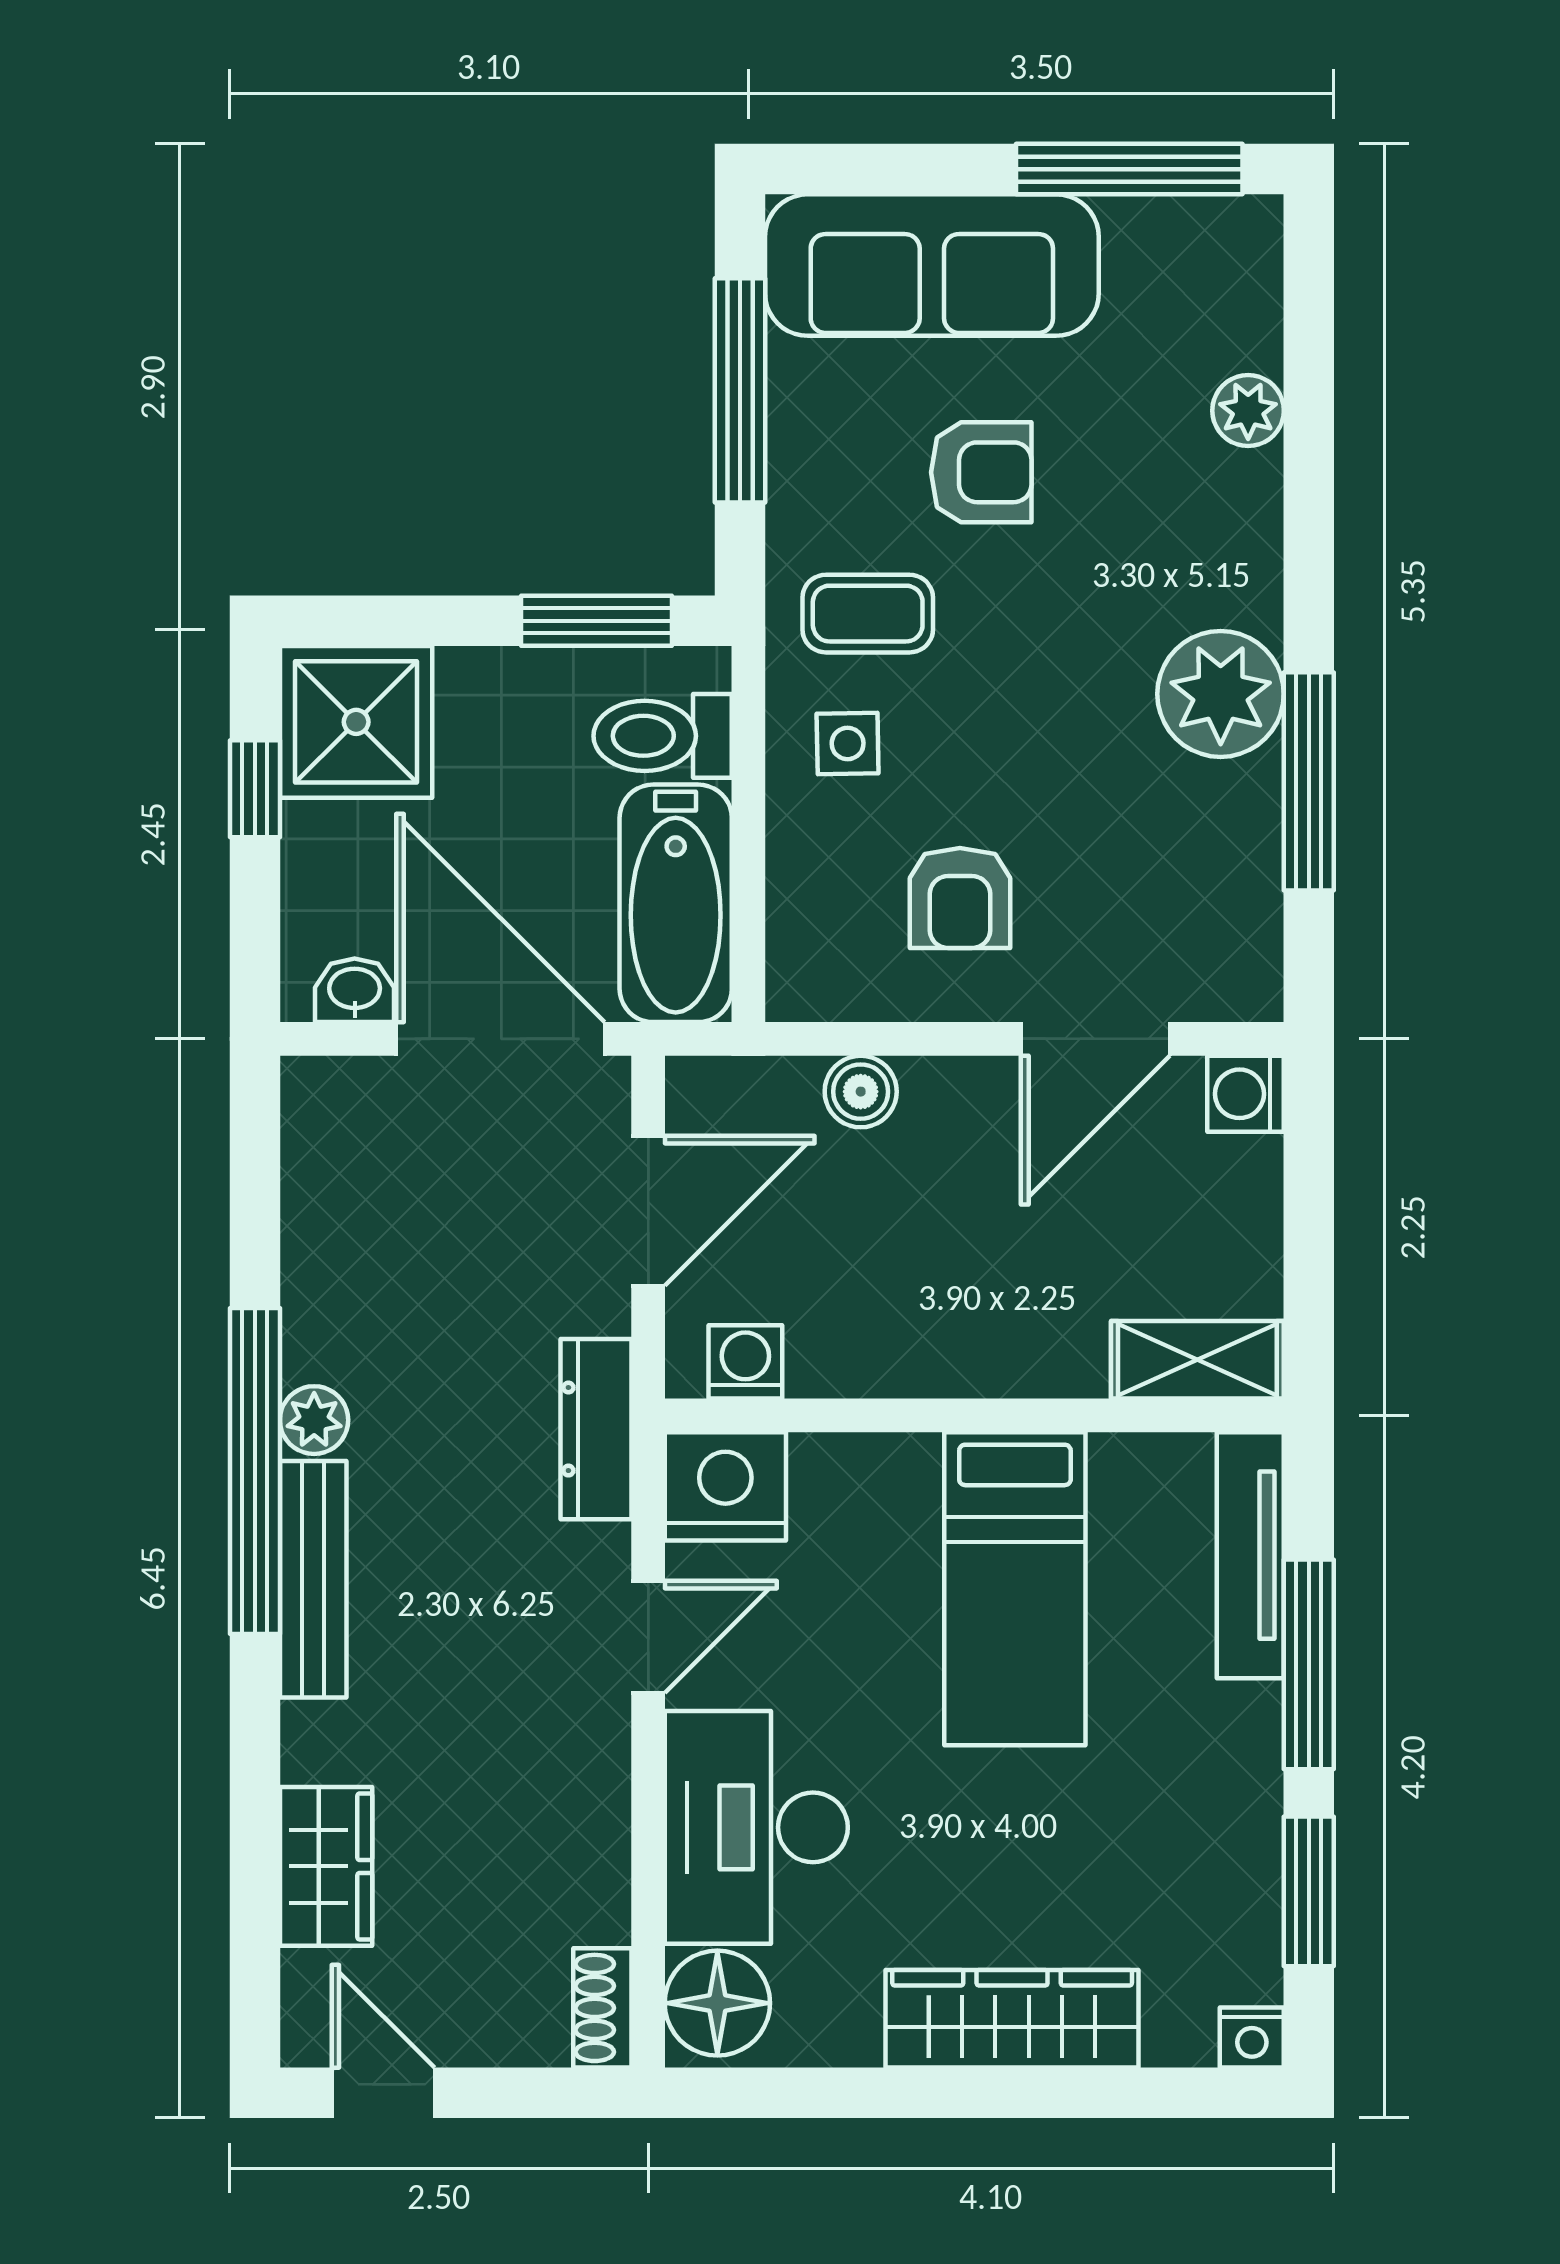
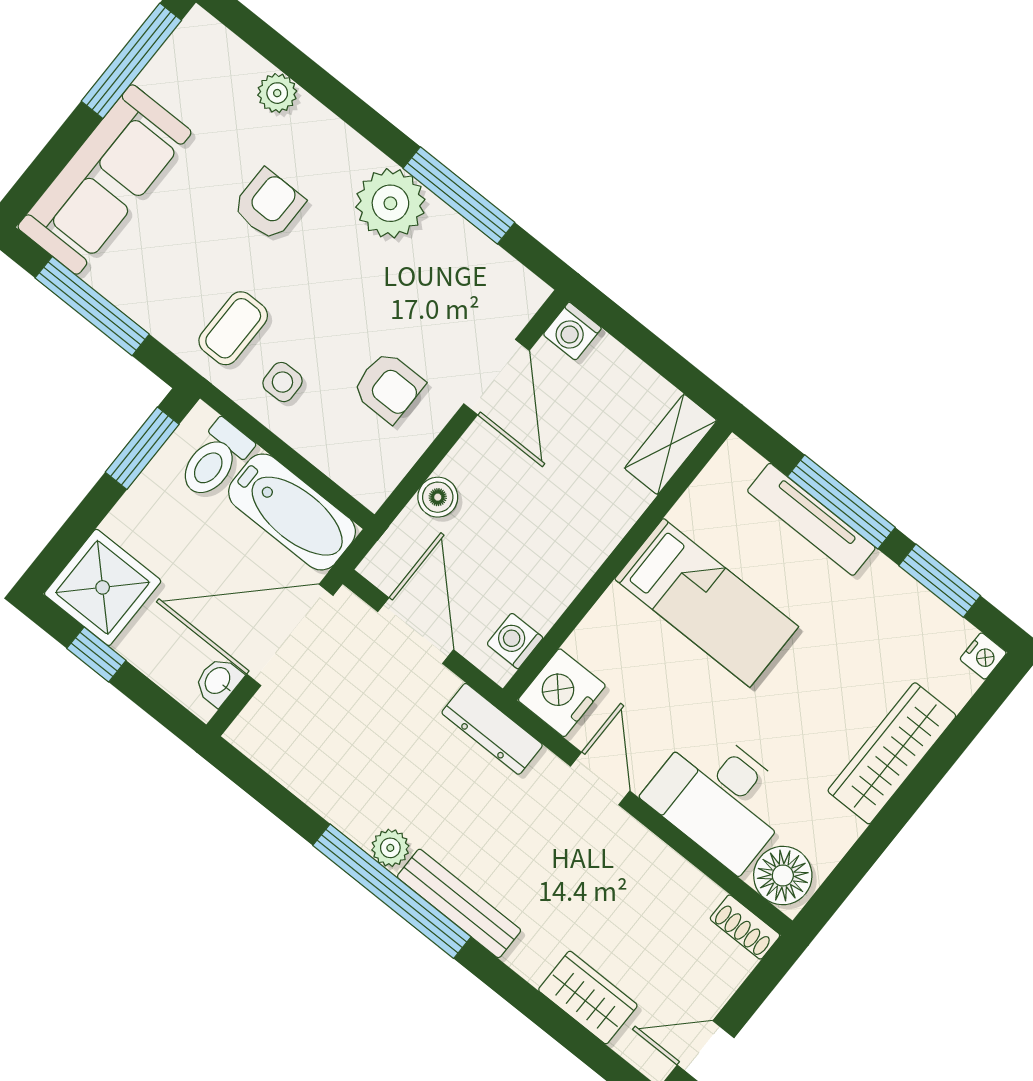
armchair: (981, 472) -> (269, 205), moved
tv unit: (1250, 1555) -> (811, 519), moved

